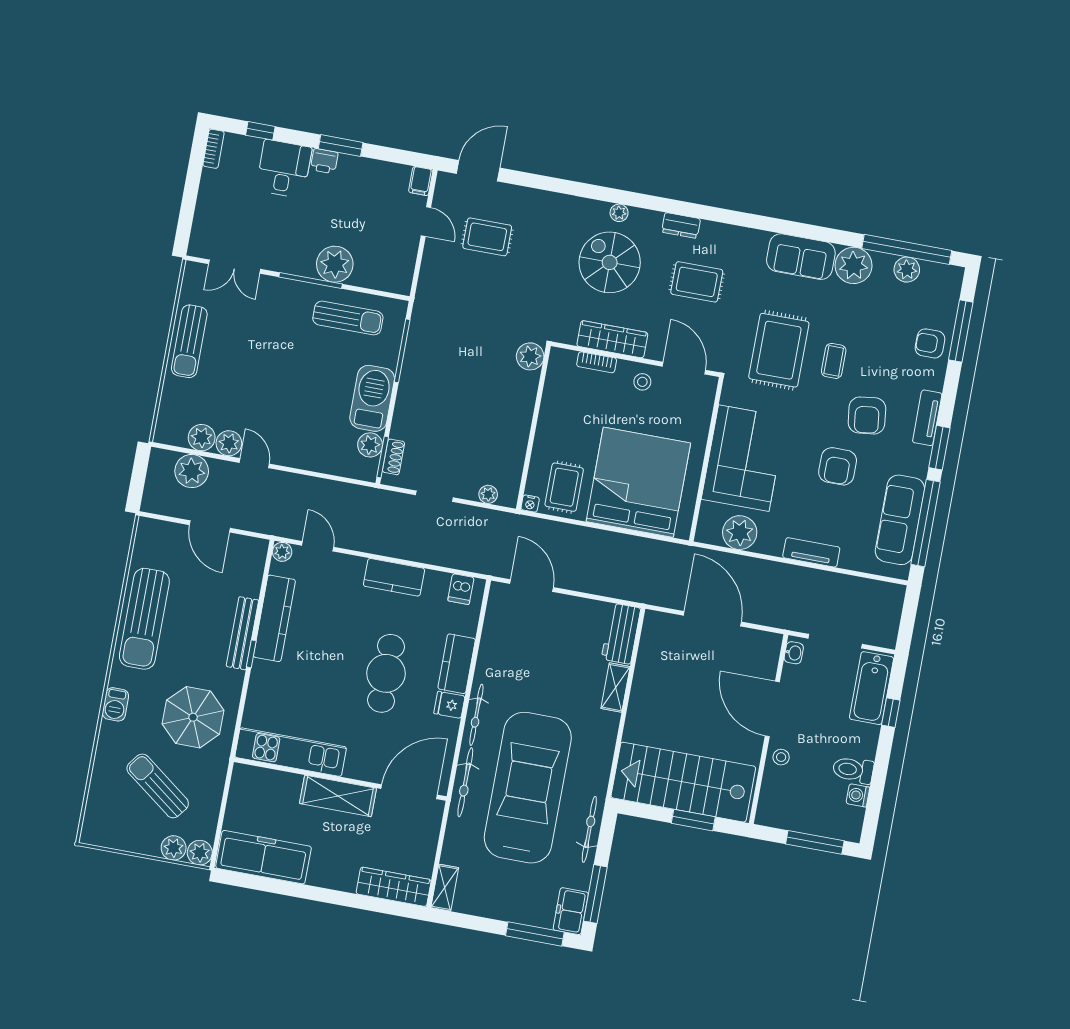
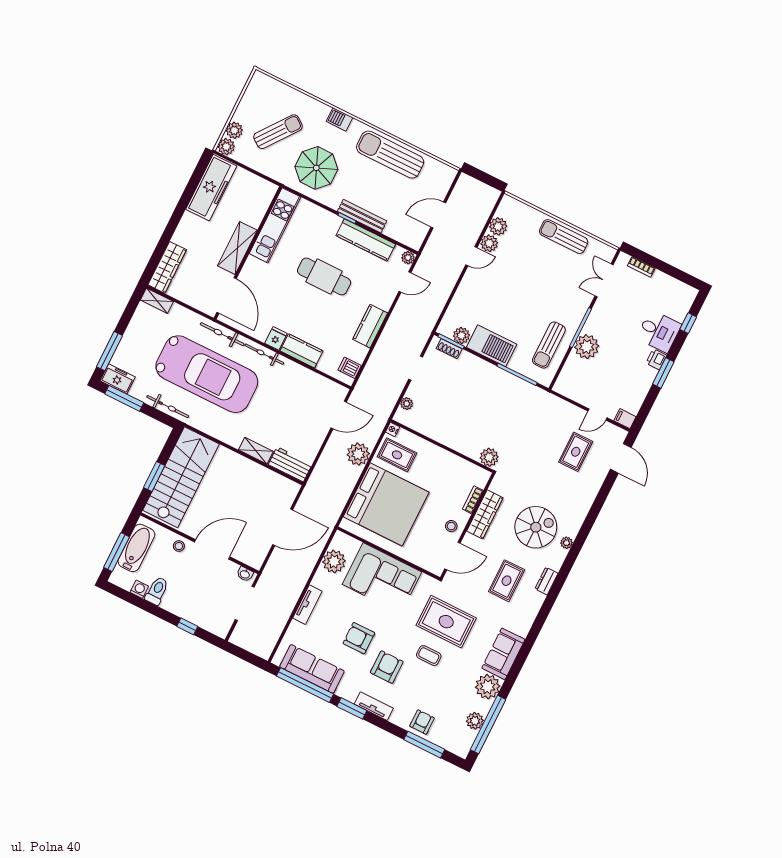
bookcase: (214, 149) -> (641, 267), moved
armchair: (867, 415) -> (387, 667), turned 97
plant: (192, 471) -> (358, 454), moved
cafe table: (386, 673) -> (324, 276), moved
bathtub: (872, 688) -> (136, 548), moved, turned 90

